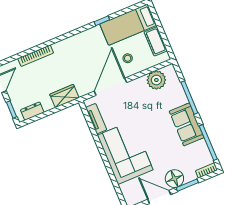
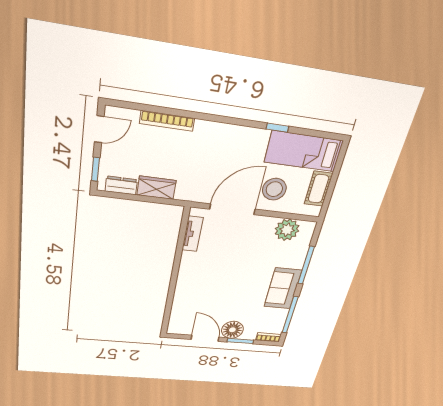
stool: (128, 58) -> (274, 189), width x1.89, depth x1.89
wardrobe: (64, 96) -> (156, 188), moved
corner sofa: (125, 153) -> (200, 283), removed

